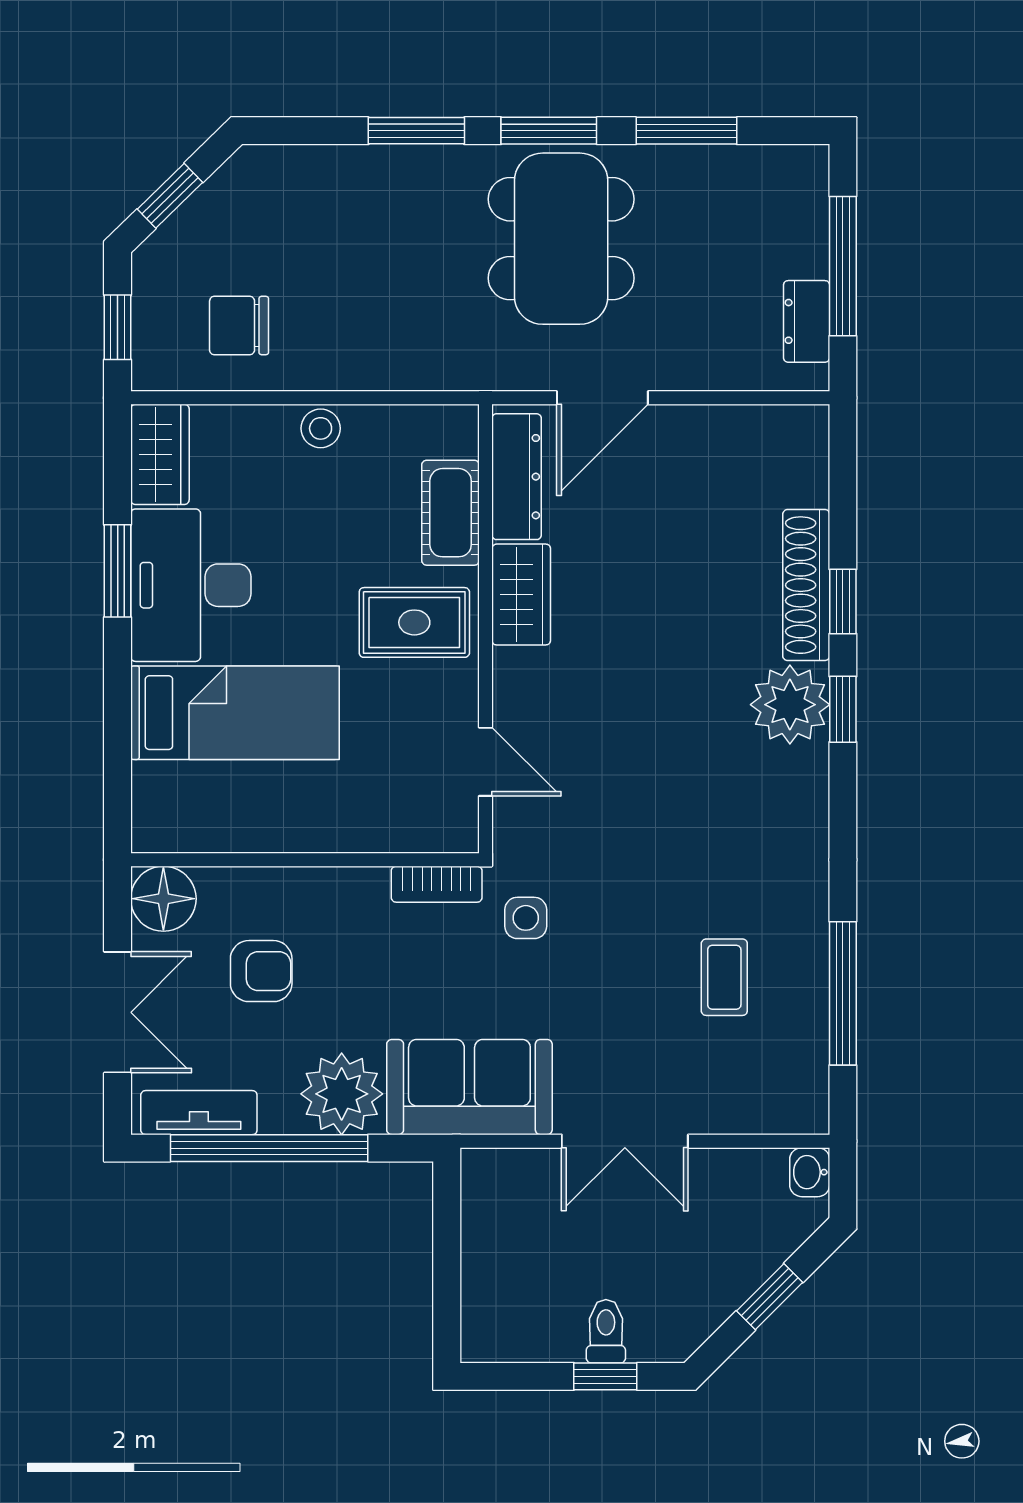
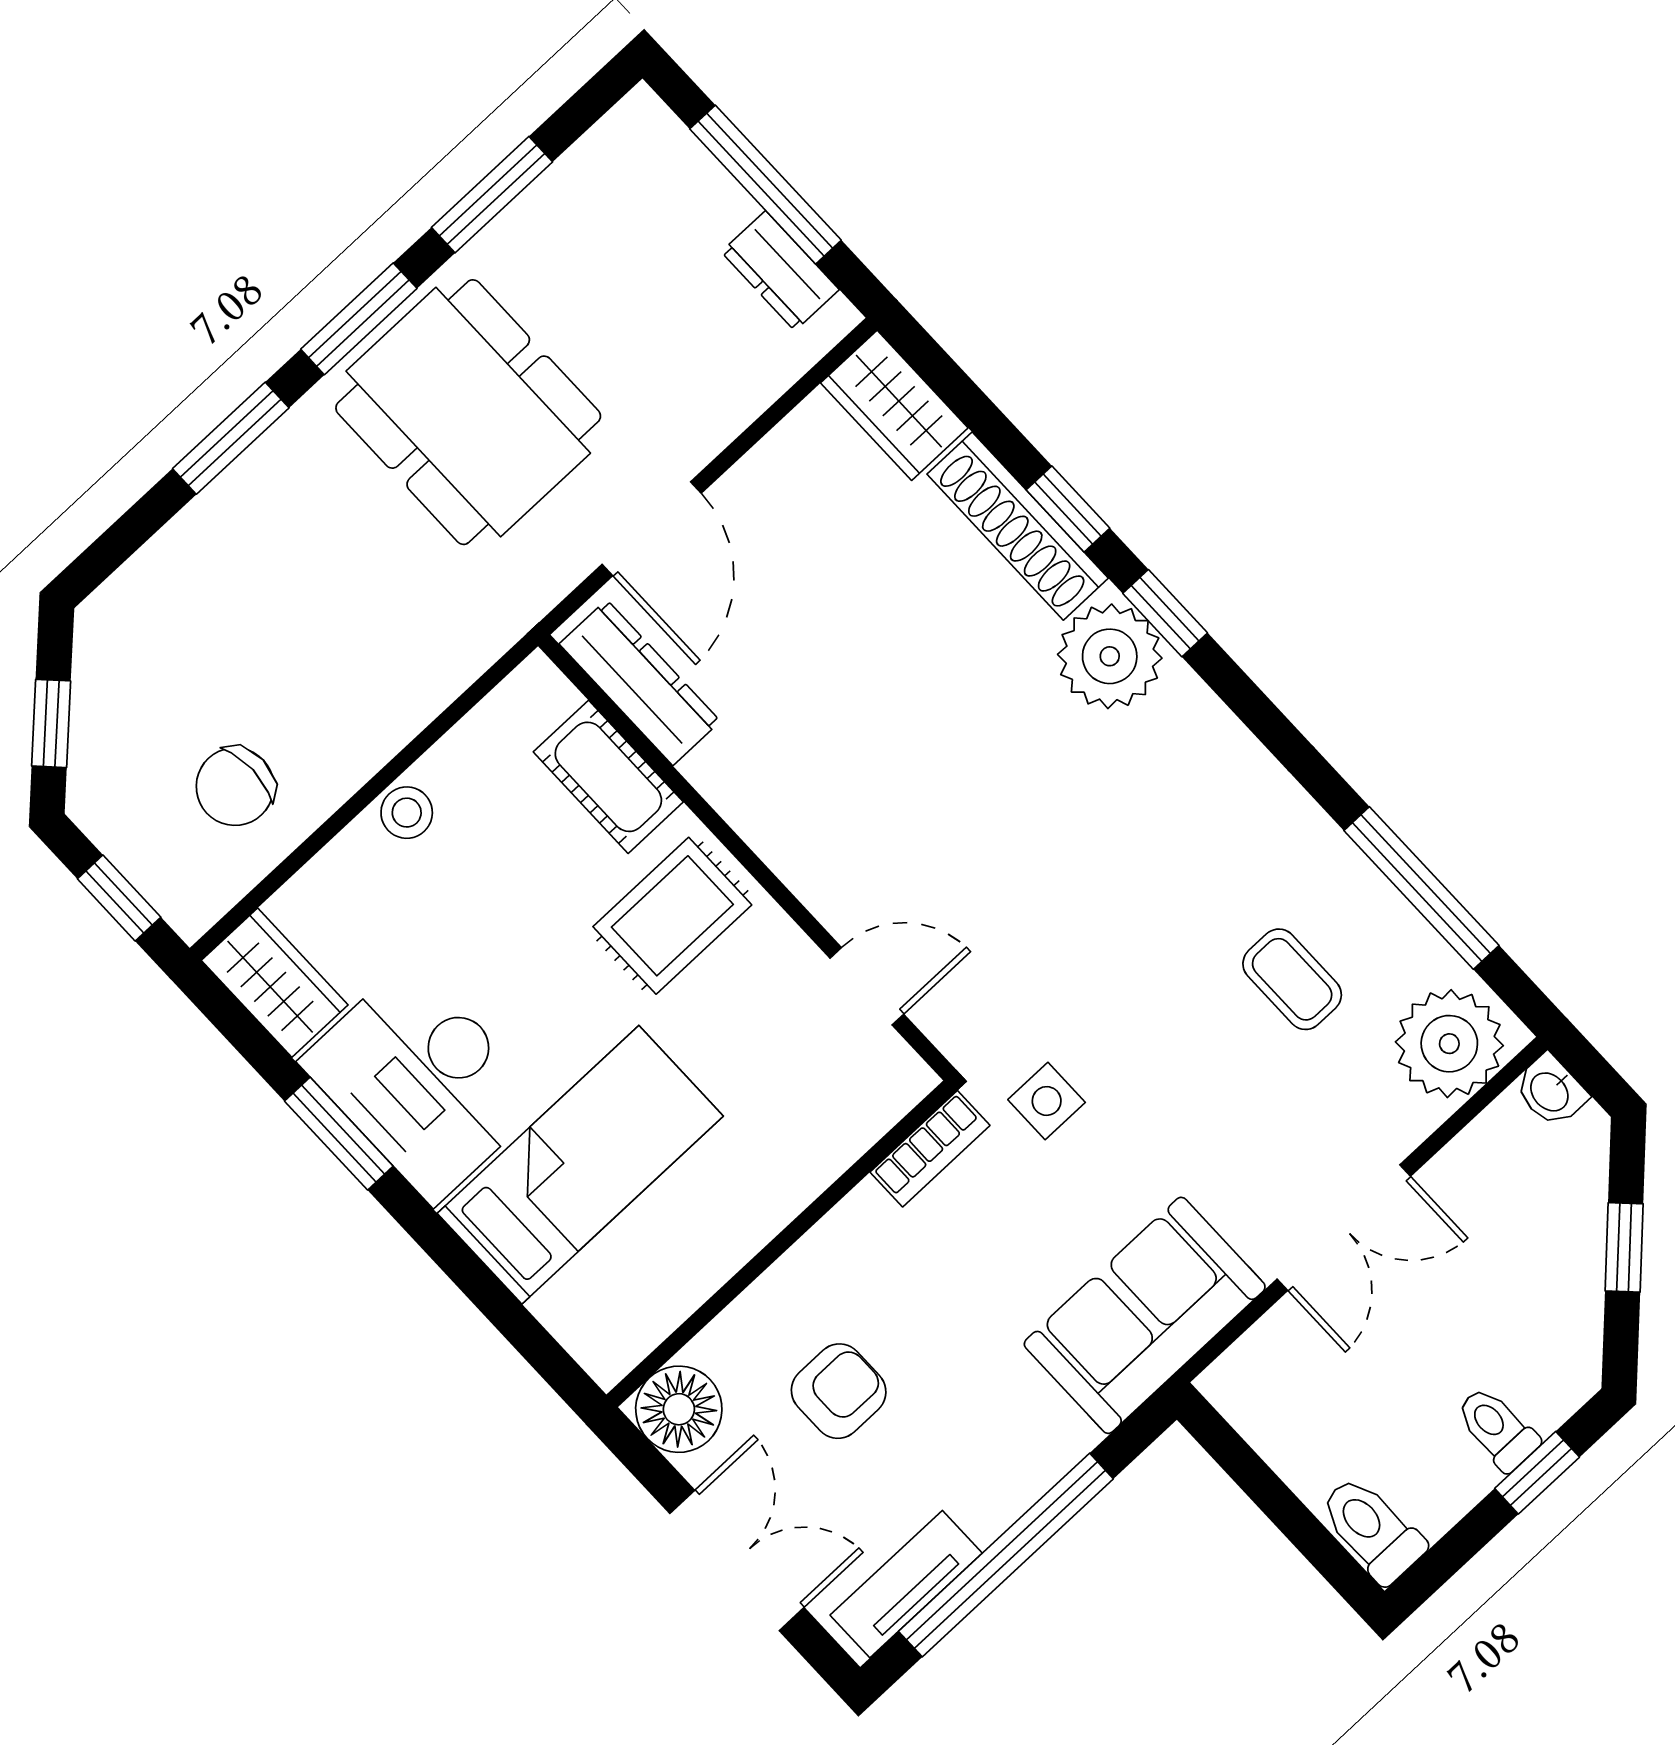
wardrobe: (521, 595) -> (894, 405), moved, turned 180
plant: (342, 1094) -> (1449, 1044), moved
toilet: (485, 1322) -> (1372, 1529), added

